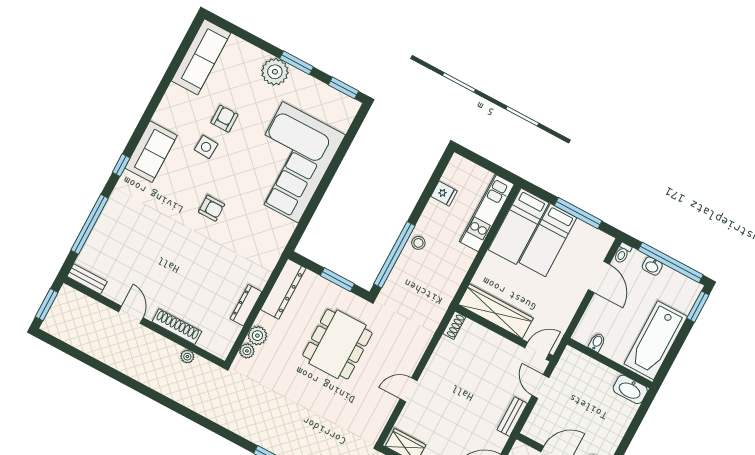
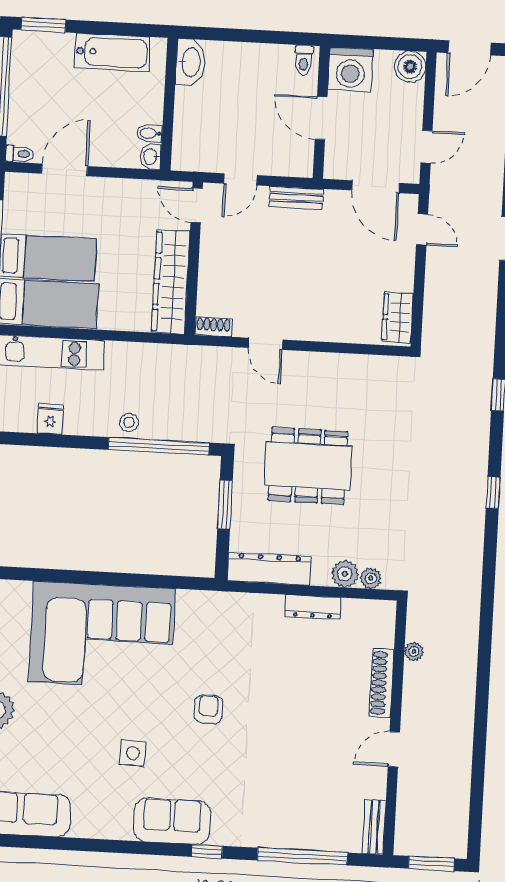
armchair: (224, 119) -> (86, 746), removed
washbasin: (652, 266) -> (151, 157), moved, turned 180
bathtub: (656, 340) -> (112, 53), width x0.73, depth x0.73
door: (409, 390) -> (266, 344), moved

